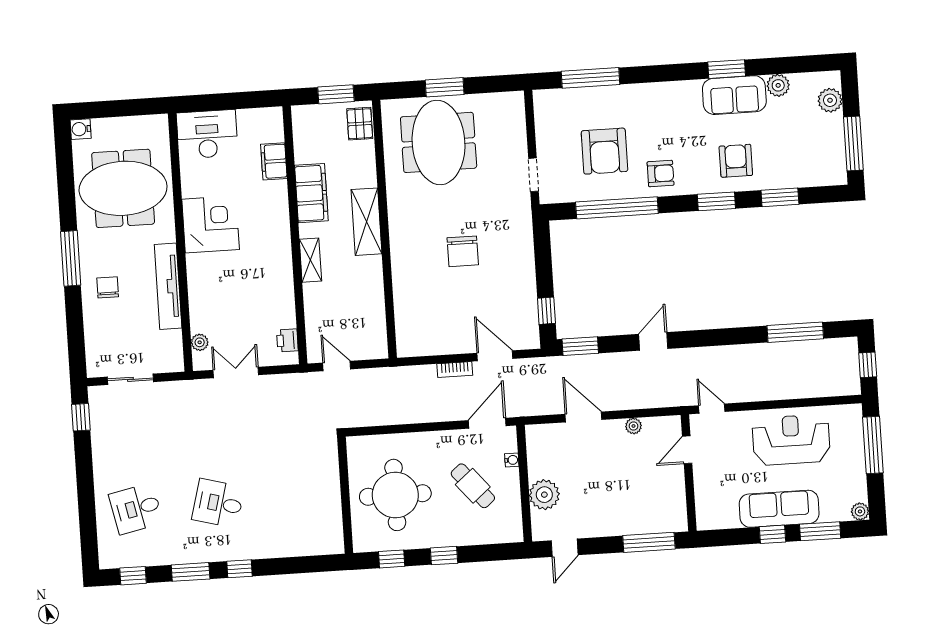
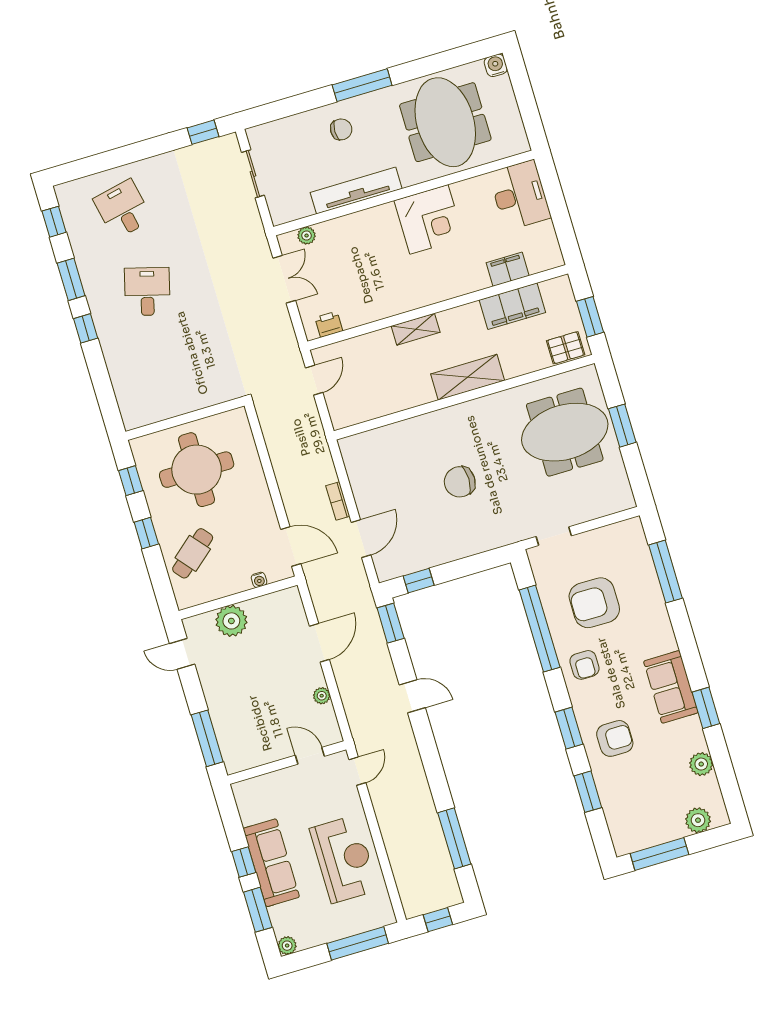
sofa: (734, 95) -> (671, 687), moved
filing cabinet: (311, 193) -> (512, 306), moved
cafe table: (473, 486) -> (193, 553), moved

